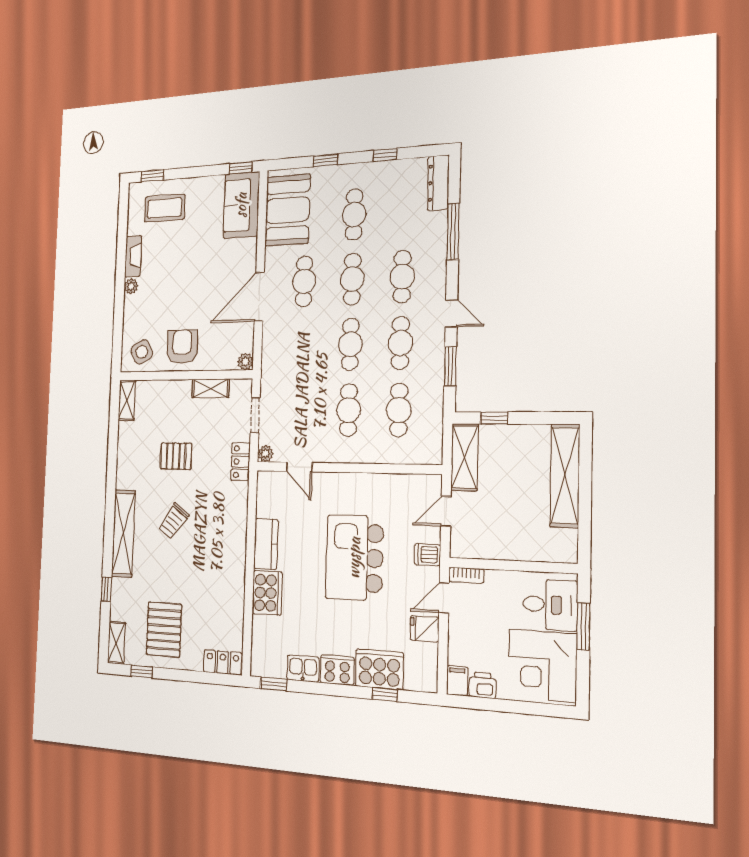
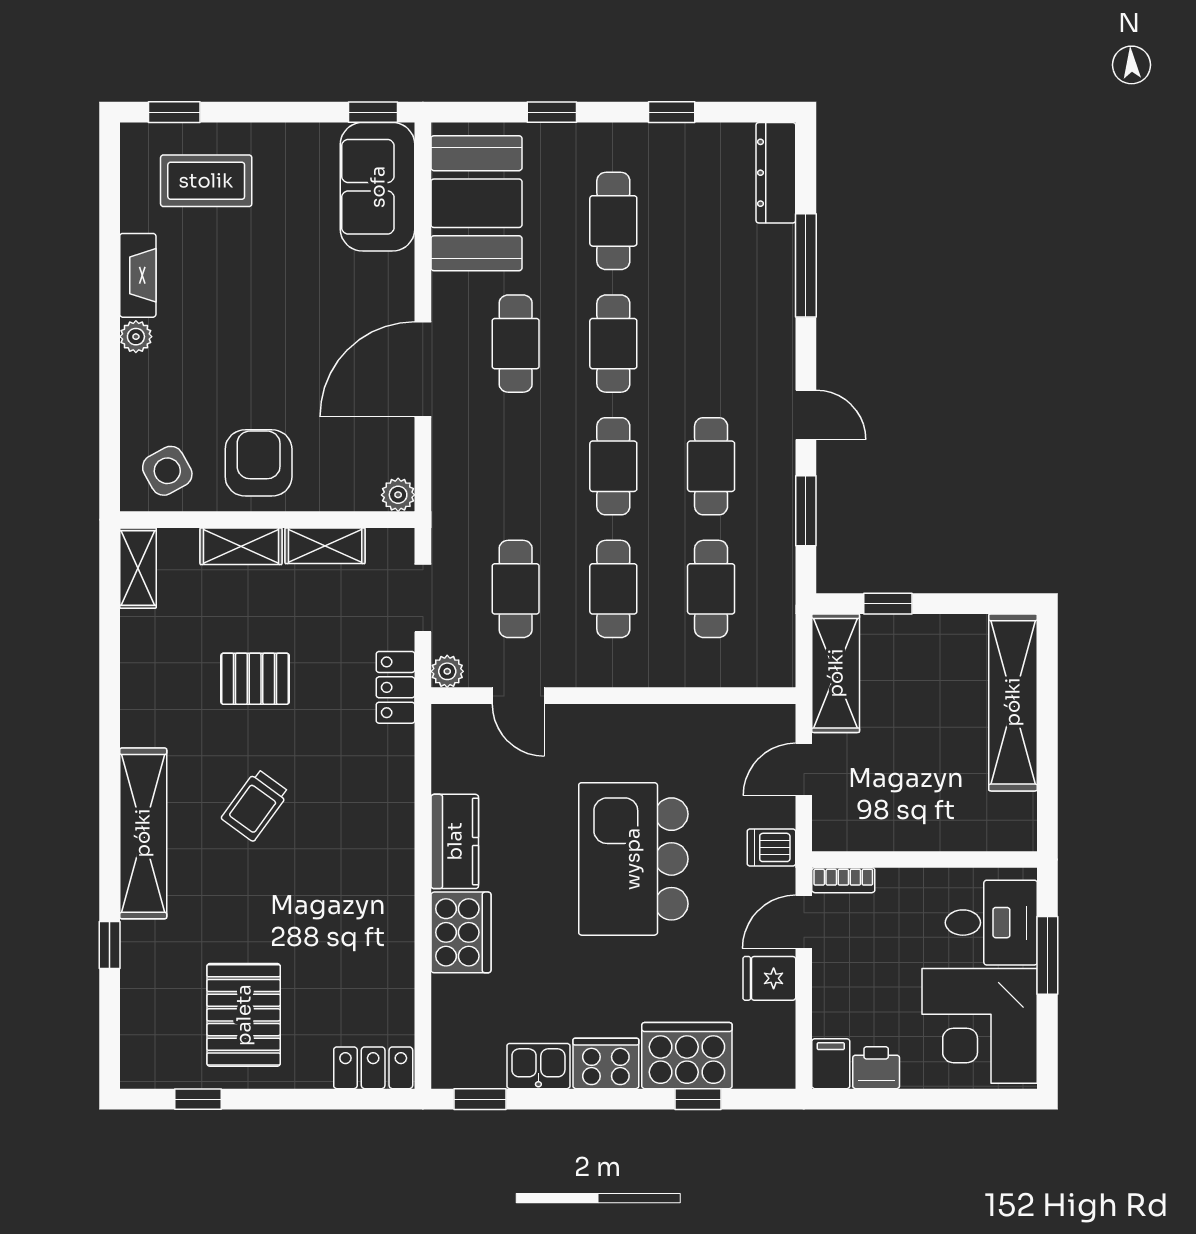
cafe table: (402, 277) -> (516, 589), moved
shelving: (116, 643) -> (241, 546), moved, turned 90

